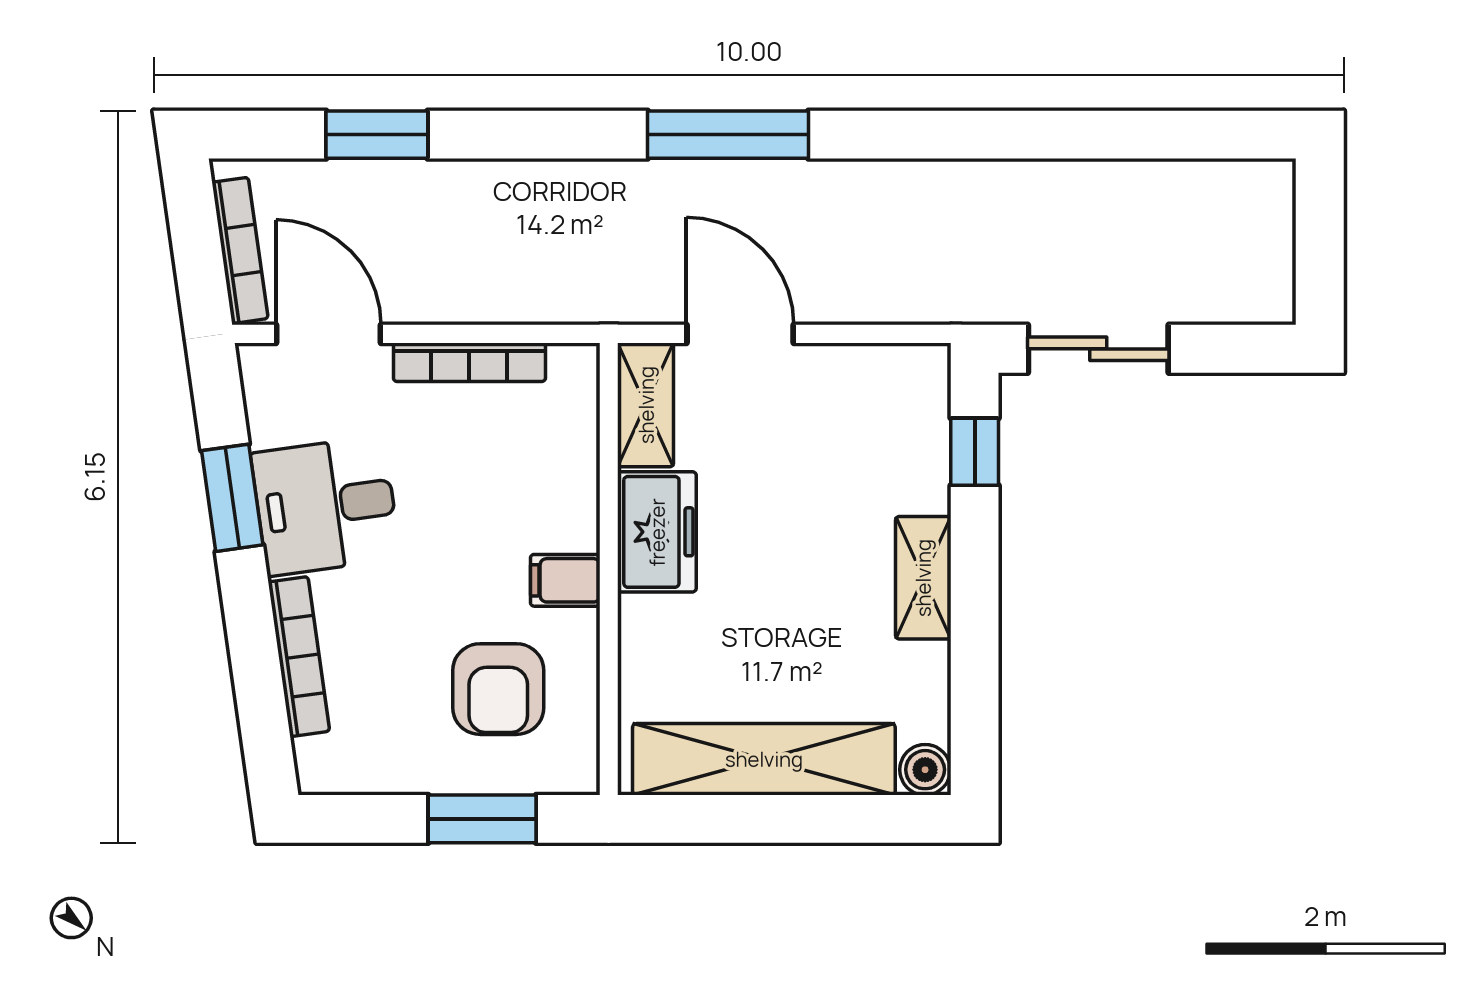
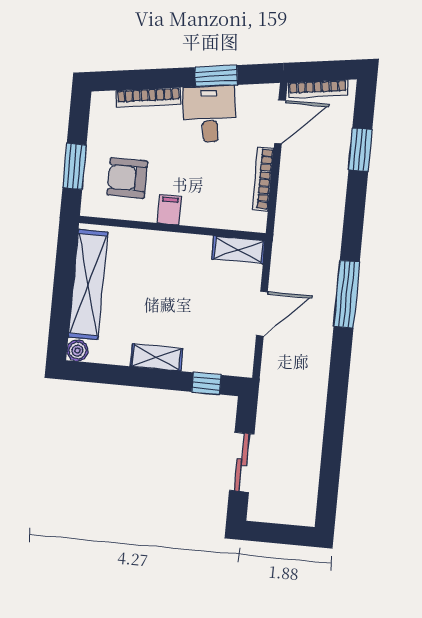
door: (740, 334) -> (262, 314), moved
sliding door: (1098, 349) -> (242, 462), moved
freezer: (657, 532) -> (186, 249), removed

